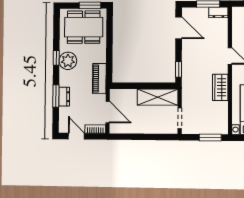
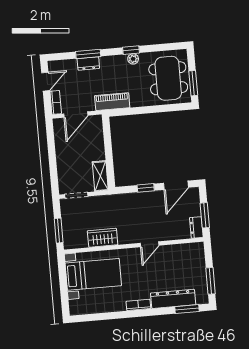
plant: (68, 61) -> (133, 59), width x0.53, depth x0.53
window: (179, 69) -> (146, 188), moved
wardrobe: (220, 87) -> (103, 238), moved
shelving: (158, 97) -> (100, 176), width x0.67, depth x0.75

